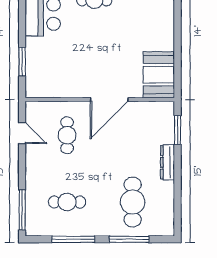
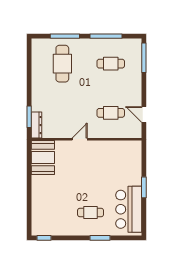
window: (22, 62) -> (144, 187), moved
door: (109, 99) -> (80, 139), width x0.53
cafe table: (67, 135) -> (111, 113), turned 90
dresser: (167, 162) -> (37, 125), moved

